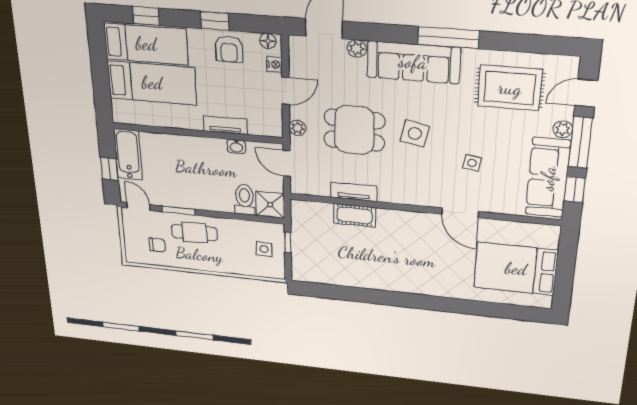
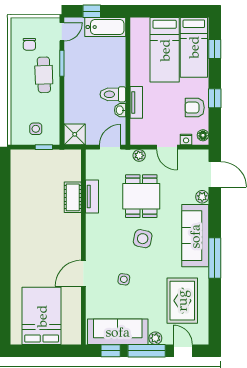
toilet: (244, 200) -> (113, 94), moved, turned 180

